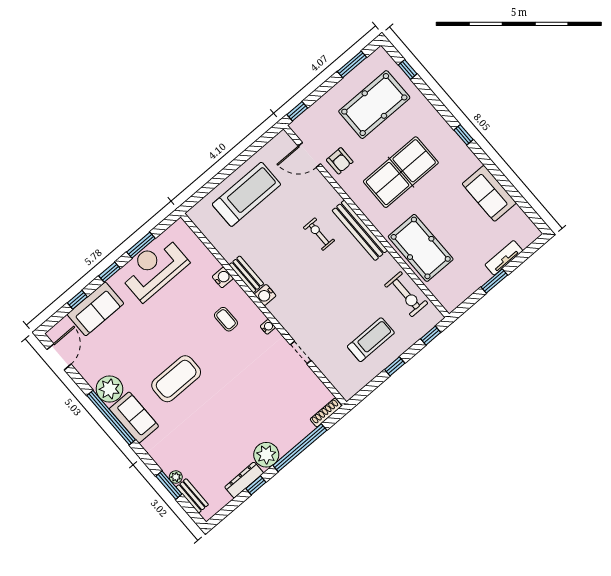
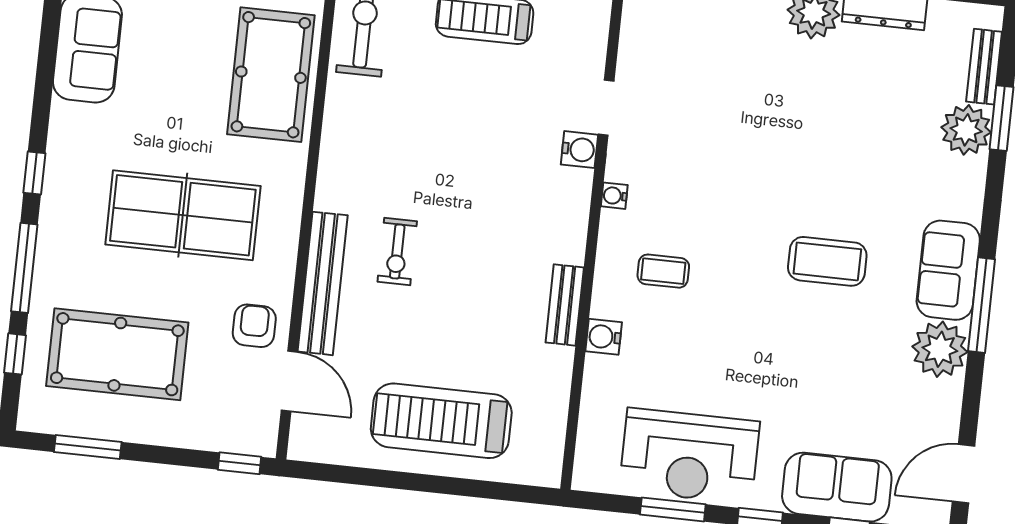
window: (434, 101) -> (24, 268), added
bench: (360, 230) -> (323, 283), moved
water cooler: (265, 295) -> (579, 150), moved
coffee table: (226, 319) -> (663, 271), turned 90
coffee table: (176, 379) -> (827, 261), width x0.73, depth x0.76
window: (111, 418) -> (982, 305), width x0.68
plant: (176, 477) -> (966, 130), width x1.88, depth x1.88

